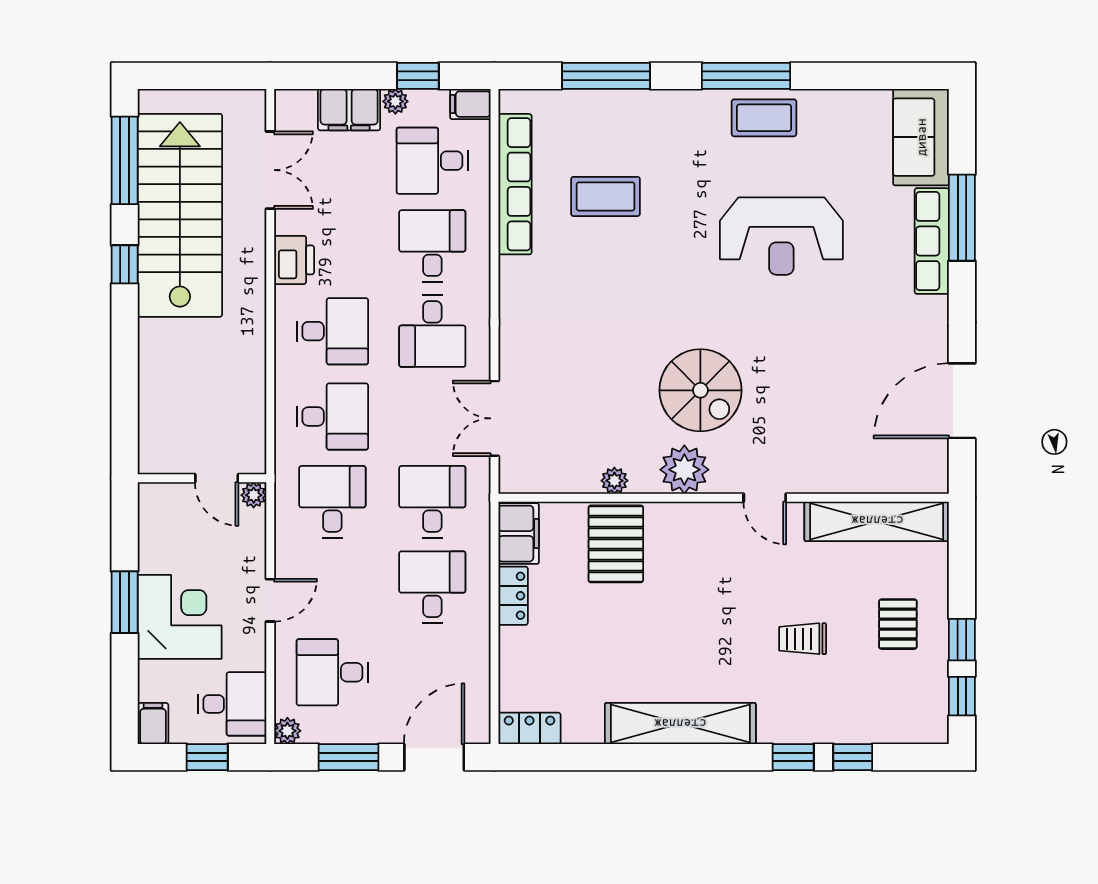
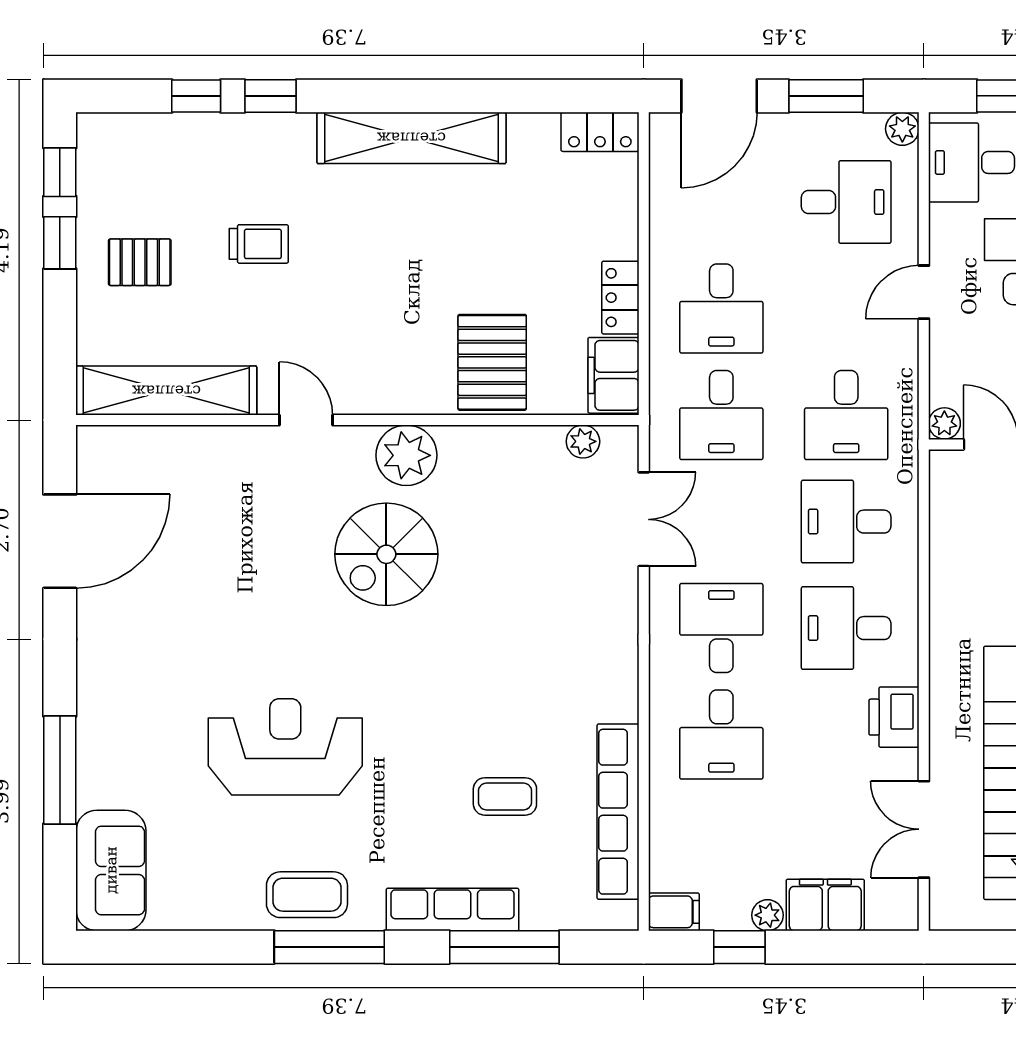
desk: (432, 161) -> (721, 841), removed
coffee table: (606, 196) -> (505, 796), width x0.73, depth x0.77
row of seats: (932, 241) -> (453, 909), moved, turned -90
spiral stairs: (700, 390) -> (386, 554), turned -90
plant: (614, 481) -> (583, 441), moved
pallet: (898, 624) -> (140, 262), turned 90

